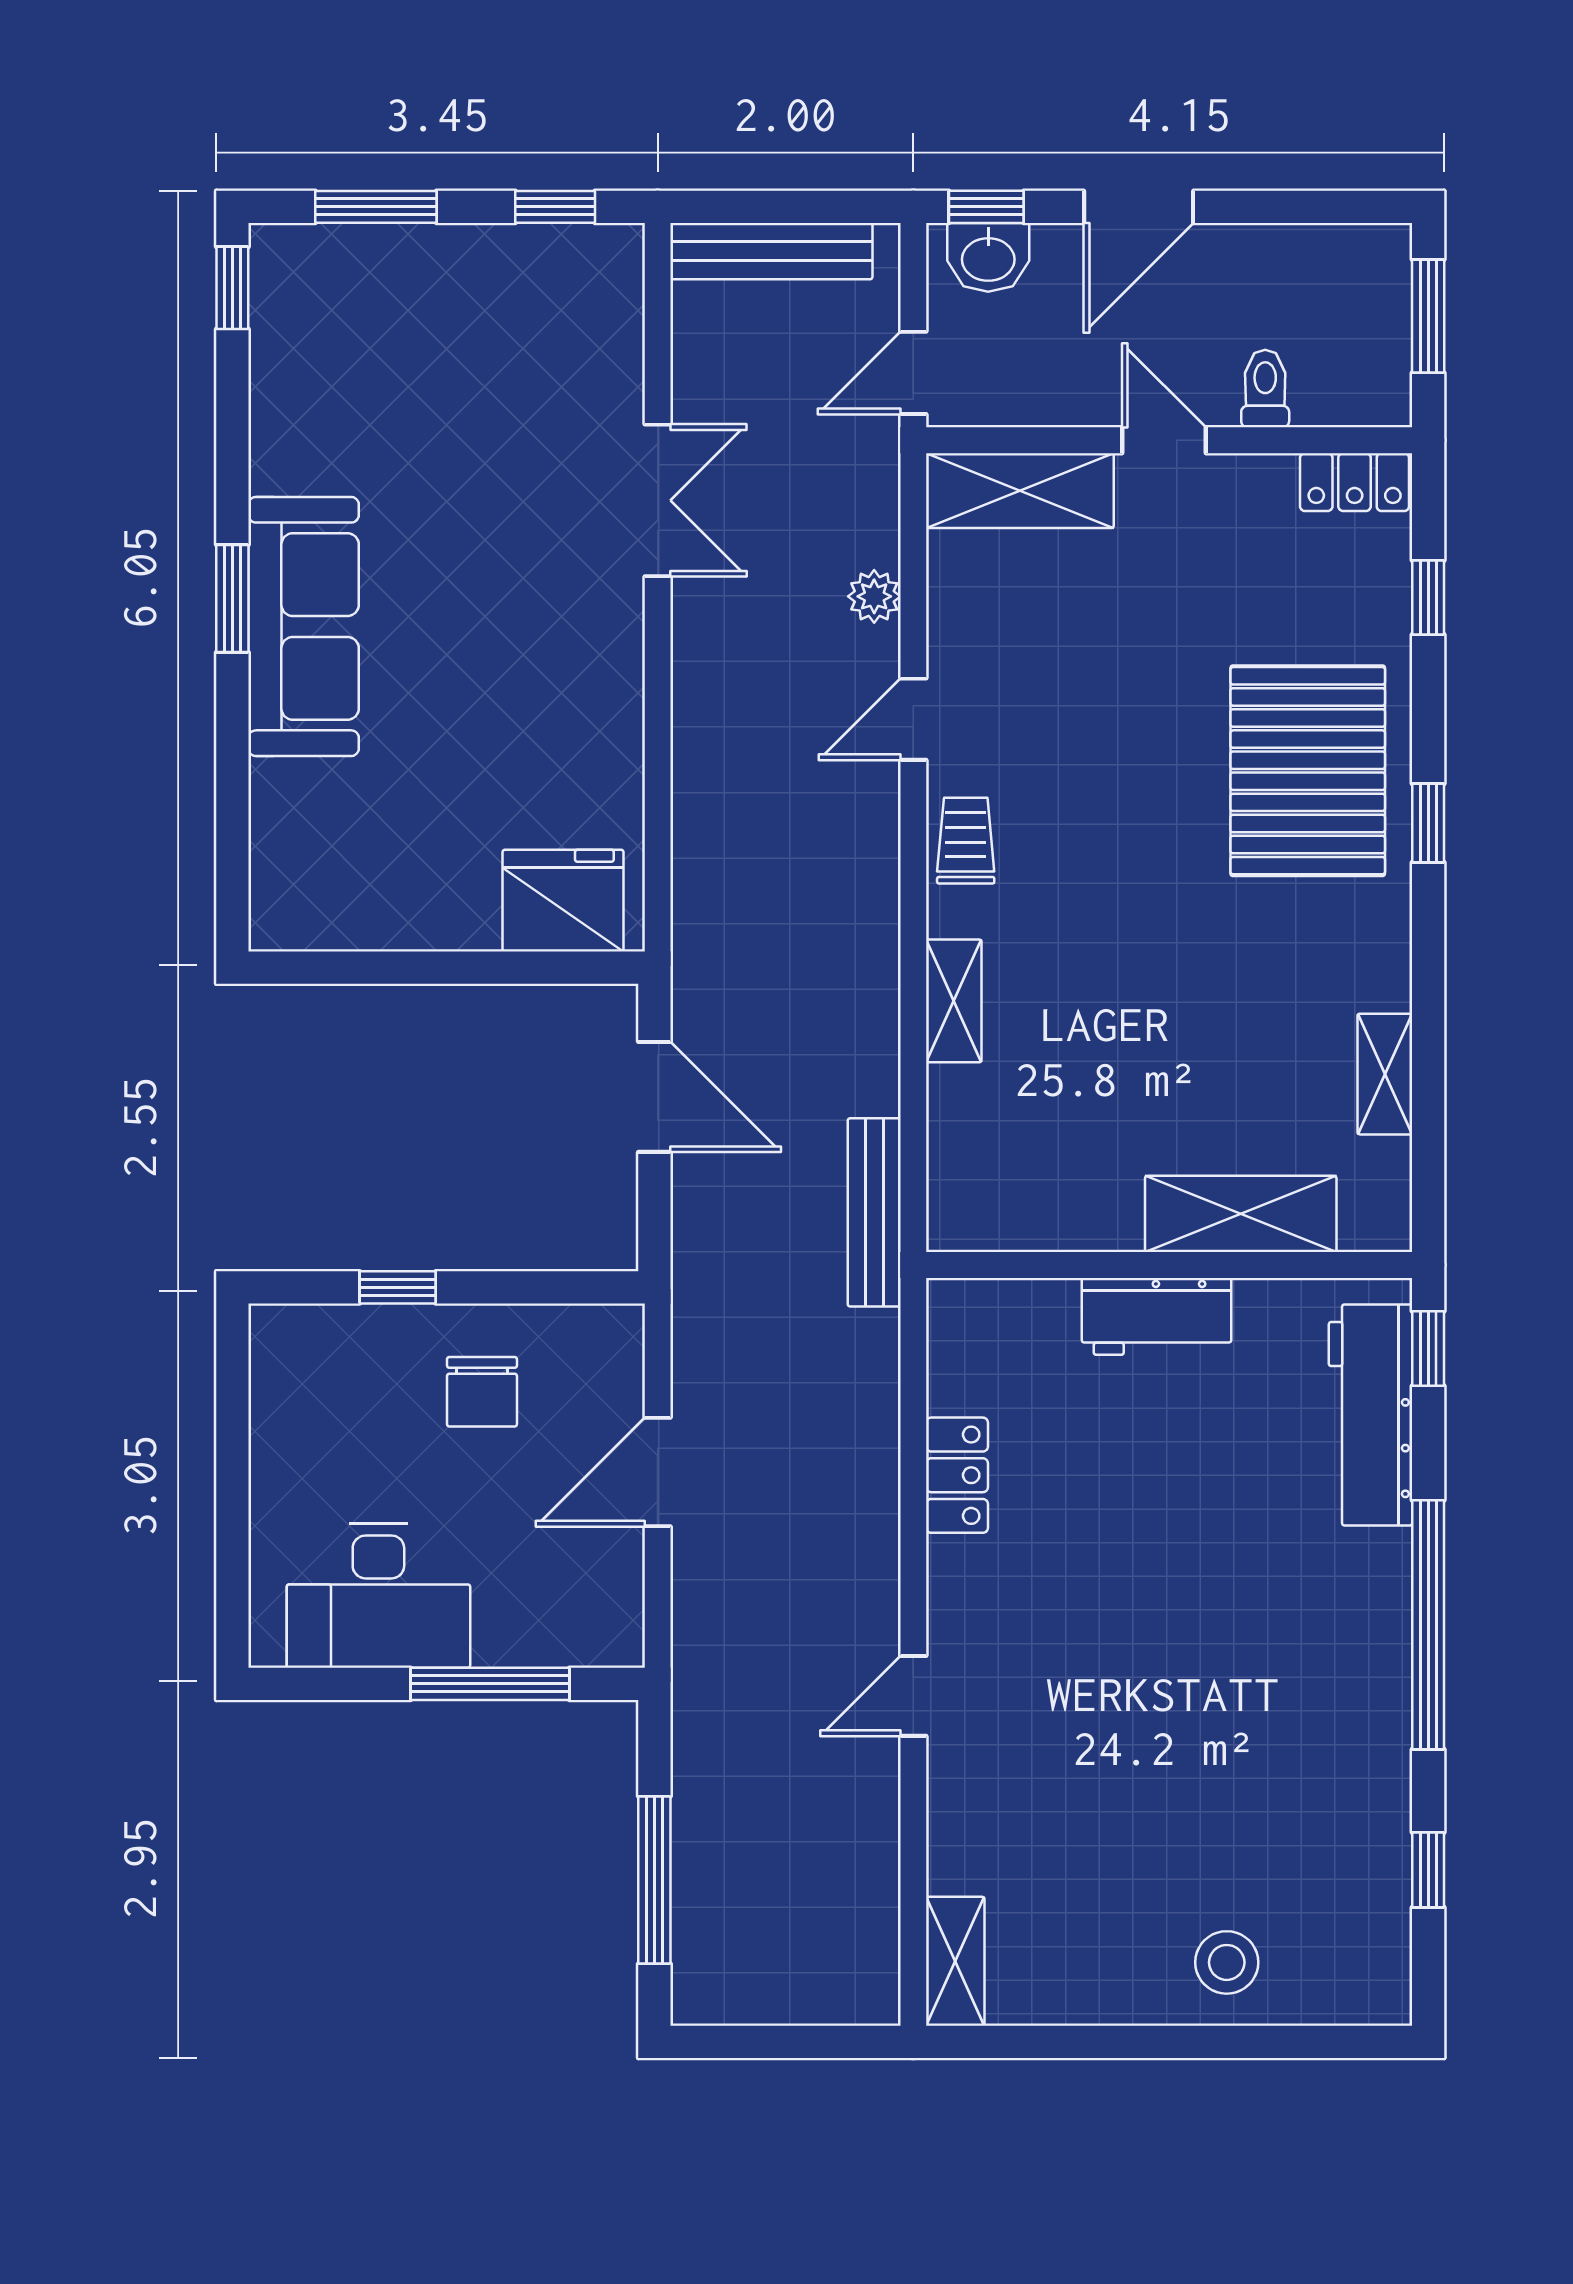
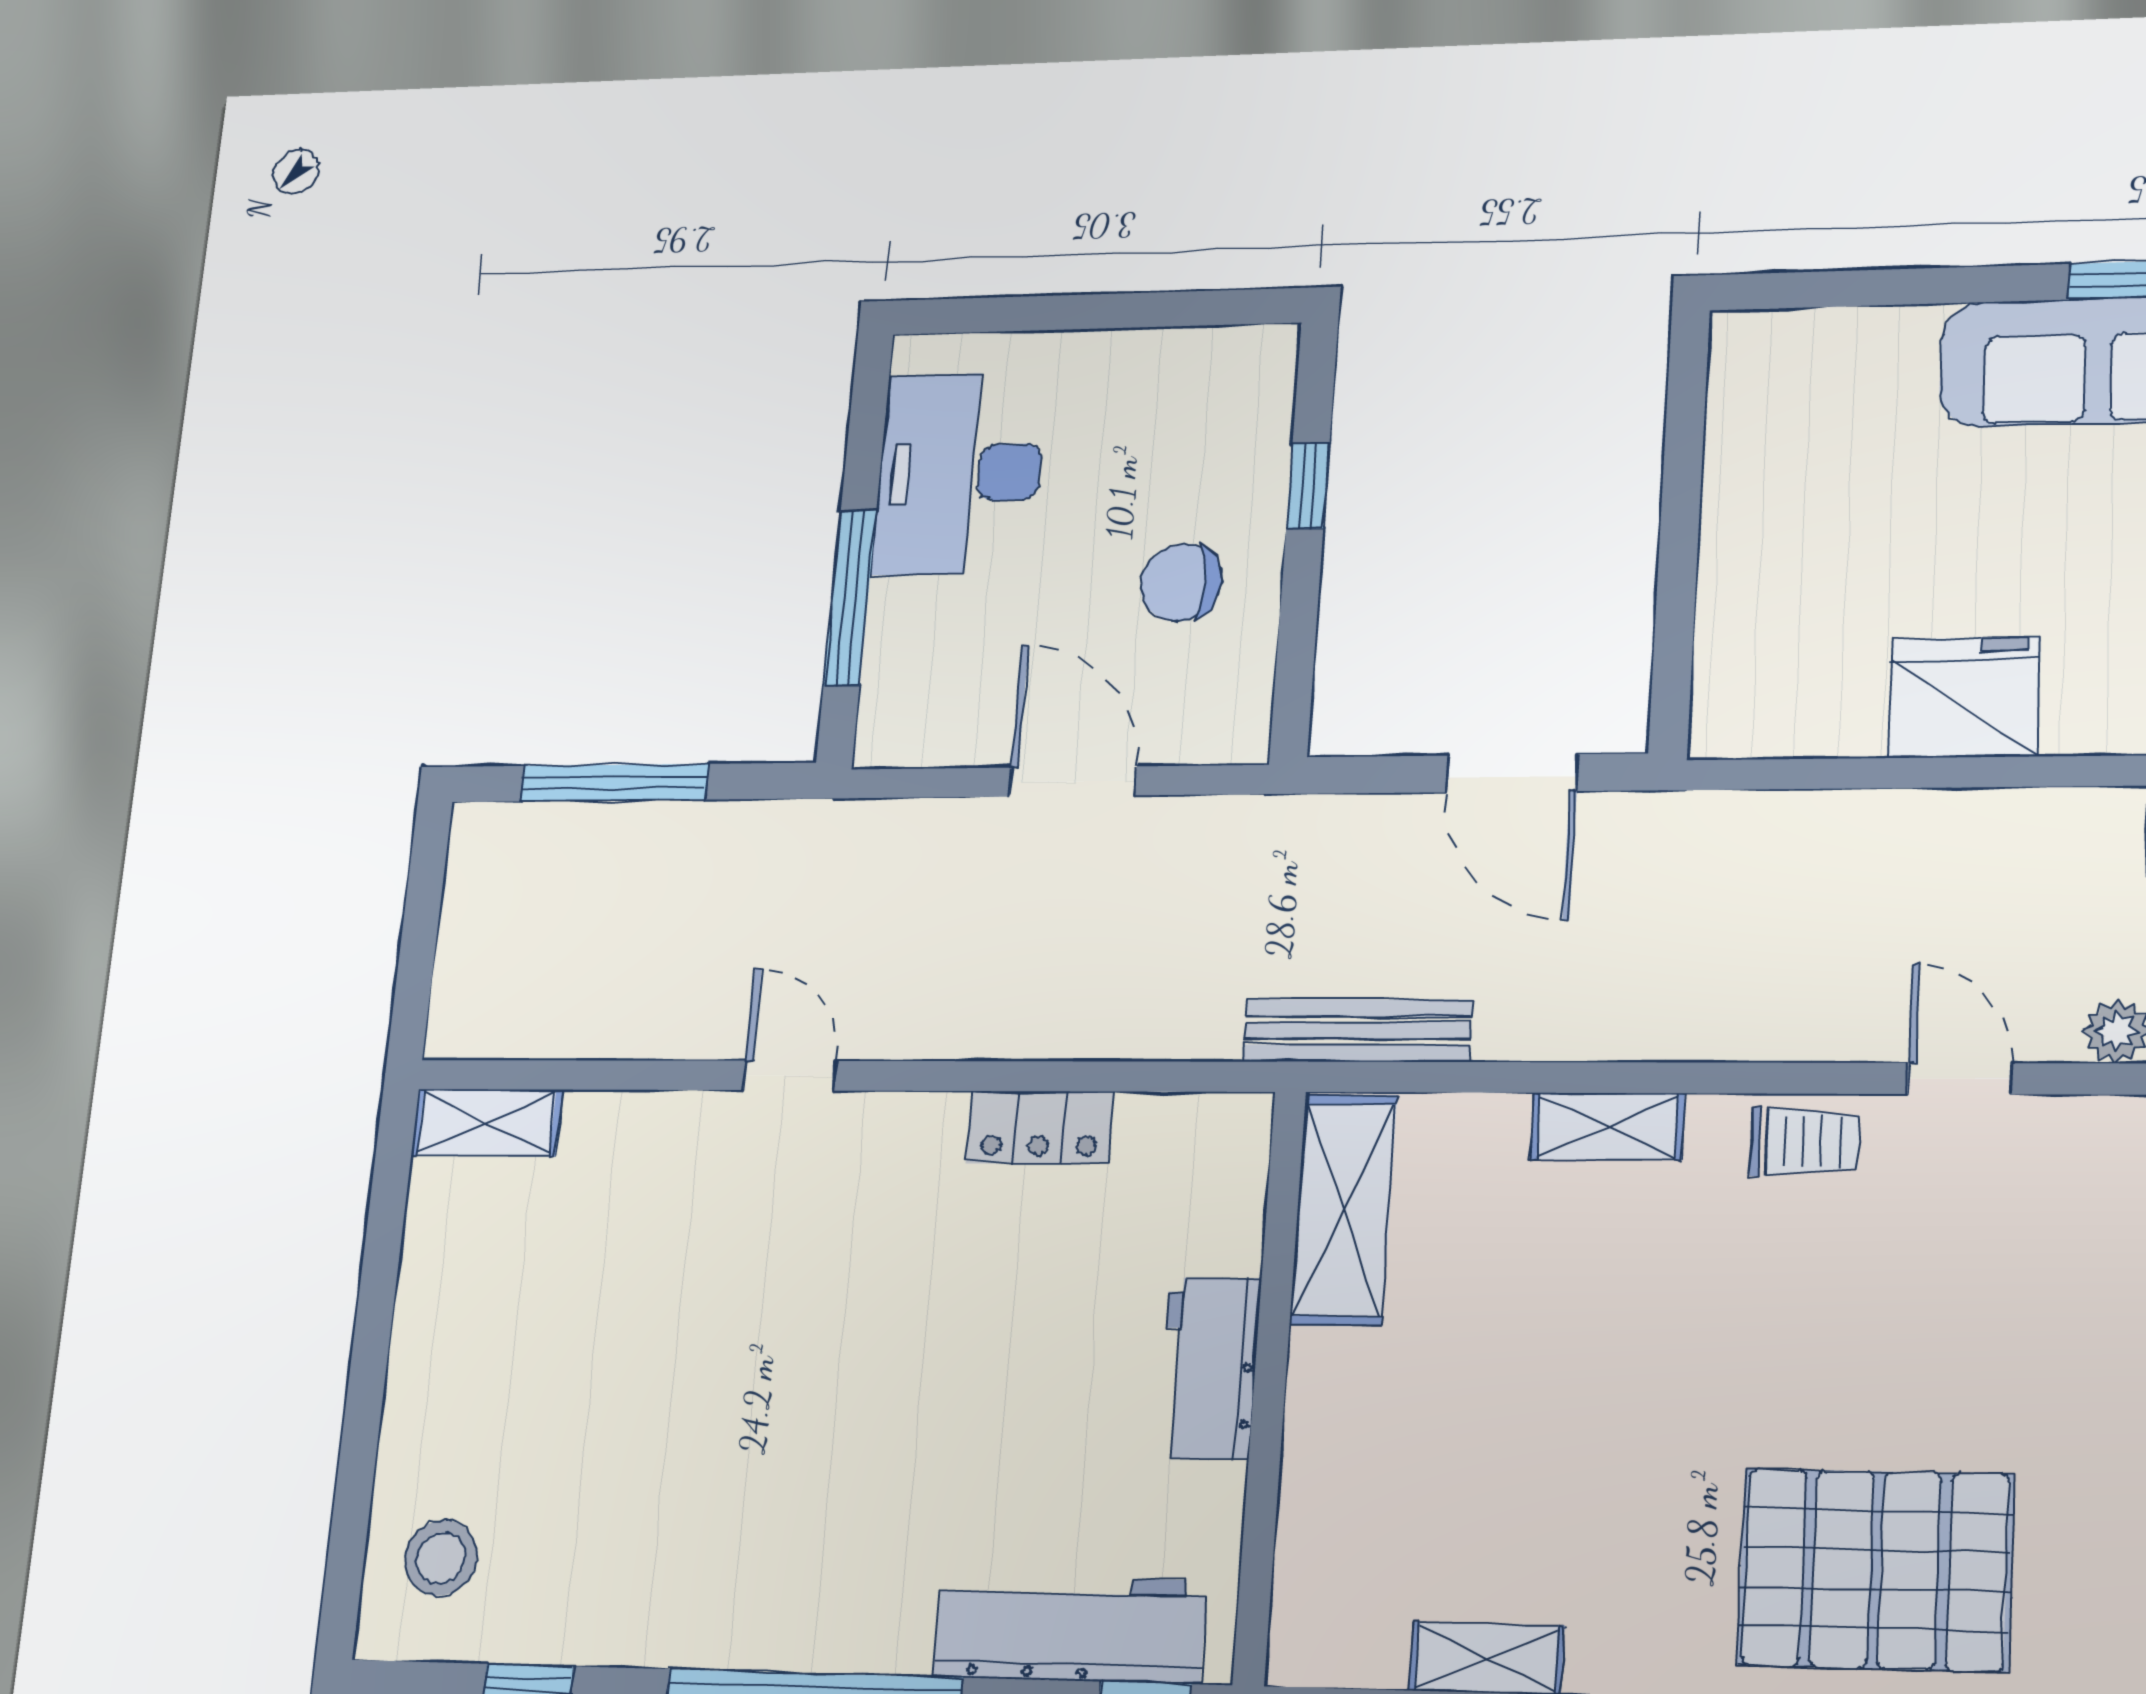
fridge: (563, 901) -> (1964, 697), moved, turned -90
door: (654, 1097) -> (1512, 773), hinge flipped
shelving: (1241, 1214) -> (1343, 1210), moved
stool: (1227, 1962) -> (441, 1558), moved

